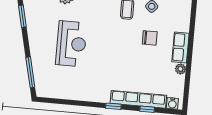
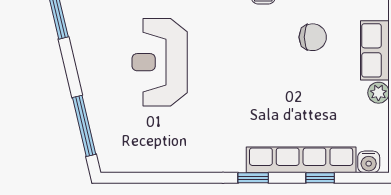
reception desk: (71, 44) -> (160, 62), turned 180

